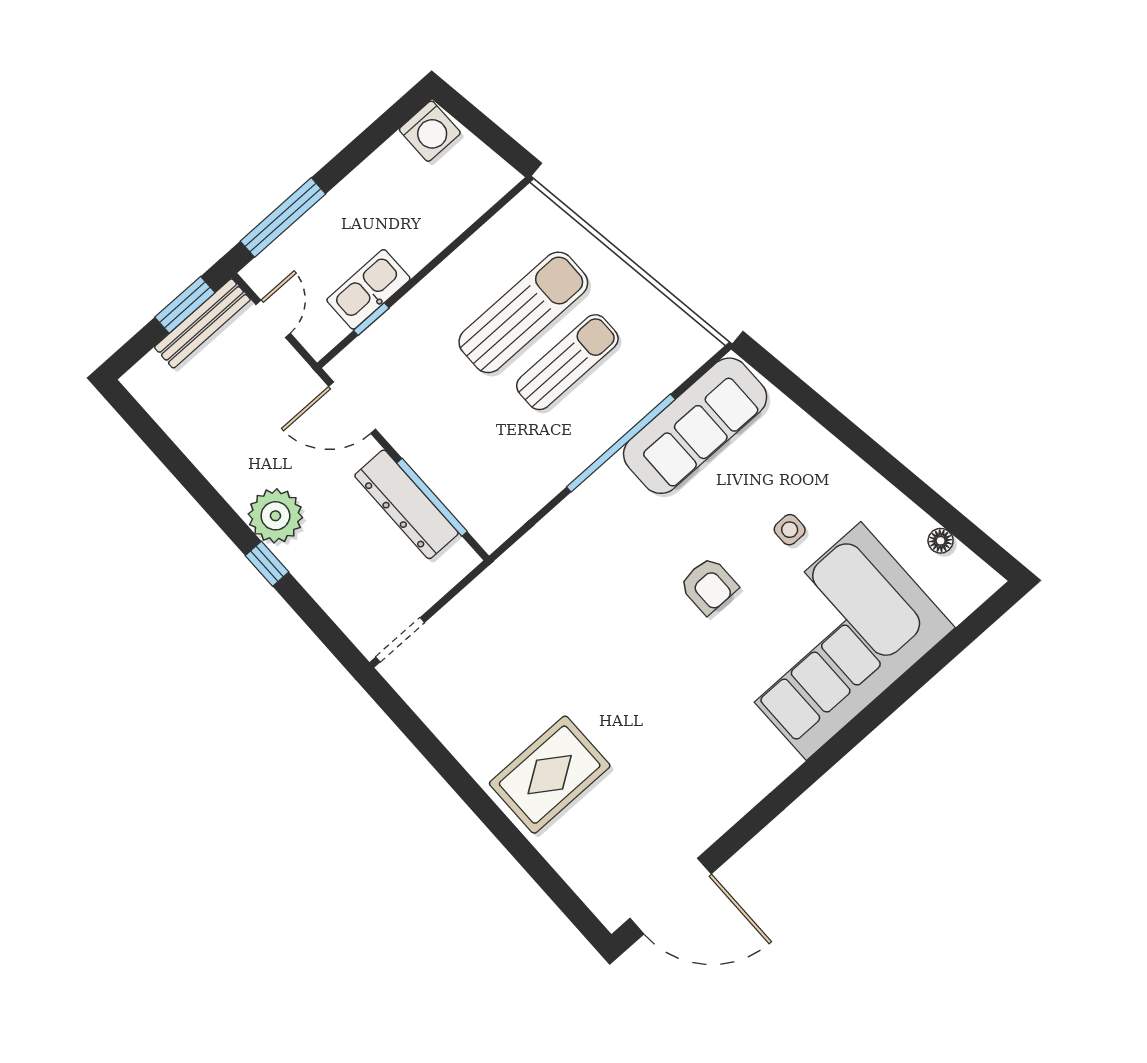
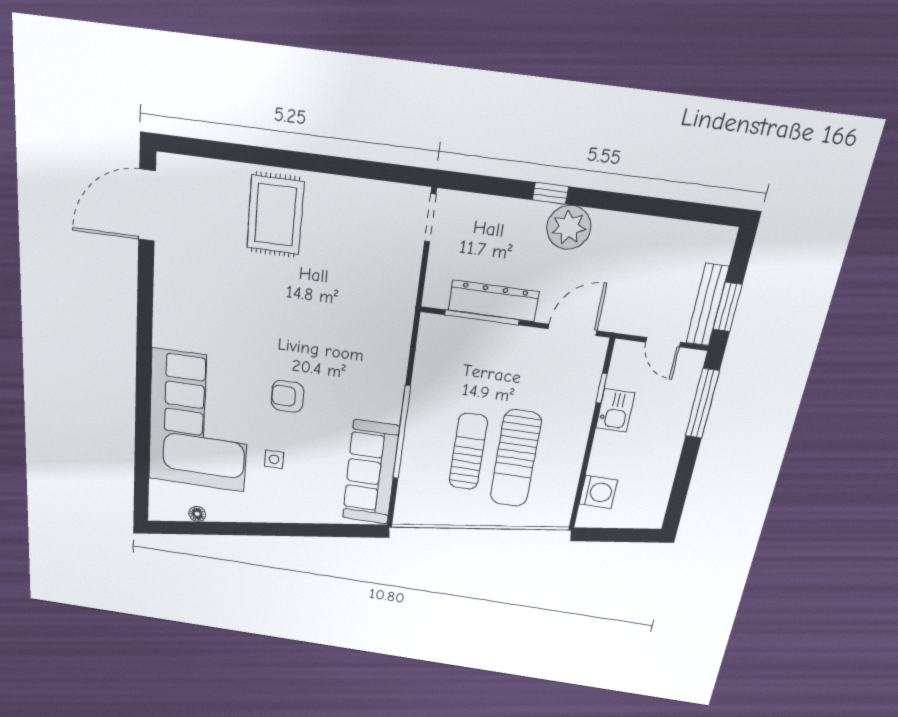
washing machine: (430, 131) -> (598, 492), moved, turned 180
kitchen sink: (368, 289) -> (615, 411), width x0.73
sun lounger: (567, 362) -> (468, 452), turned 180

